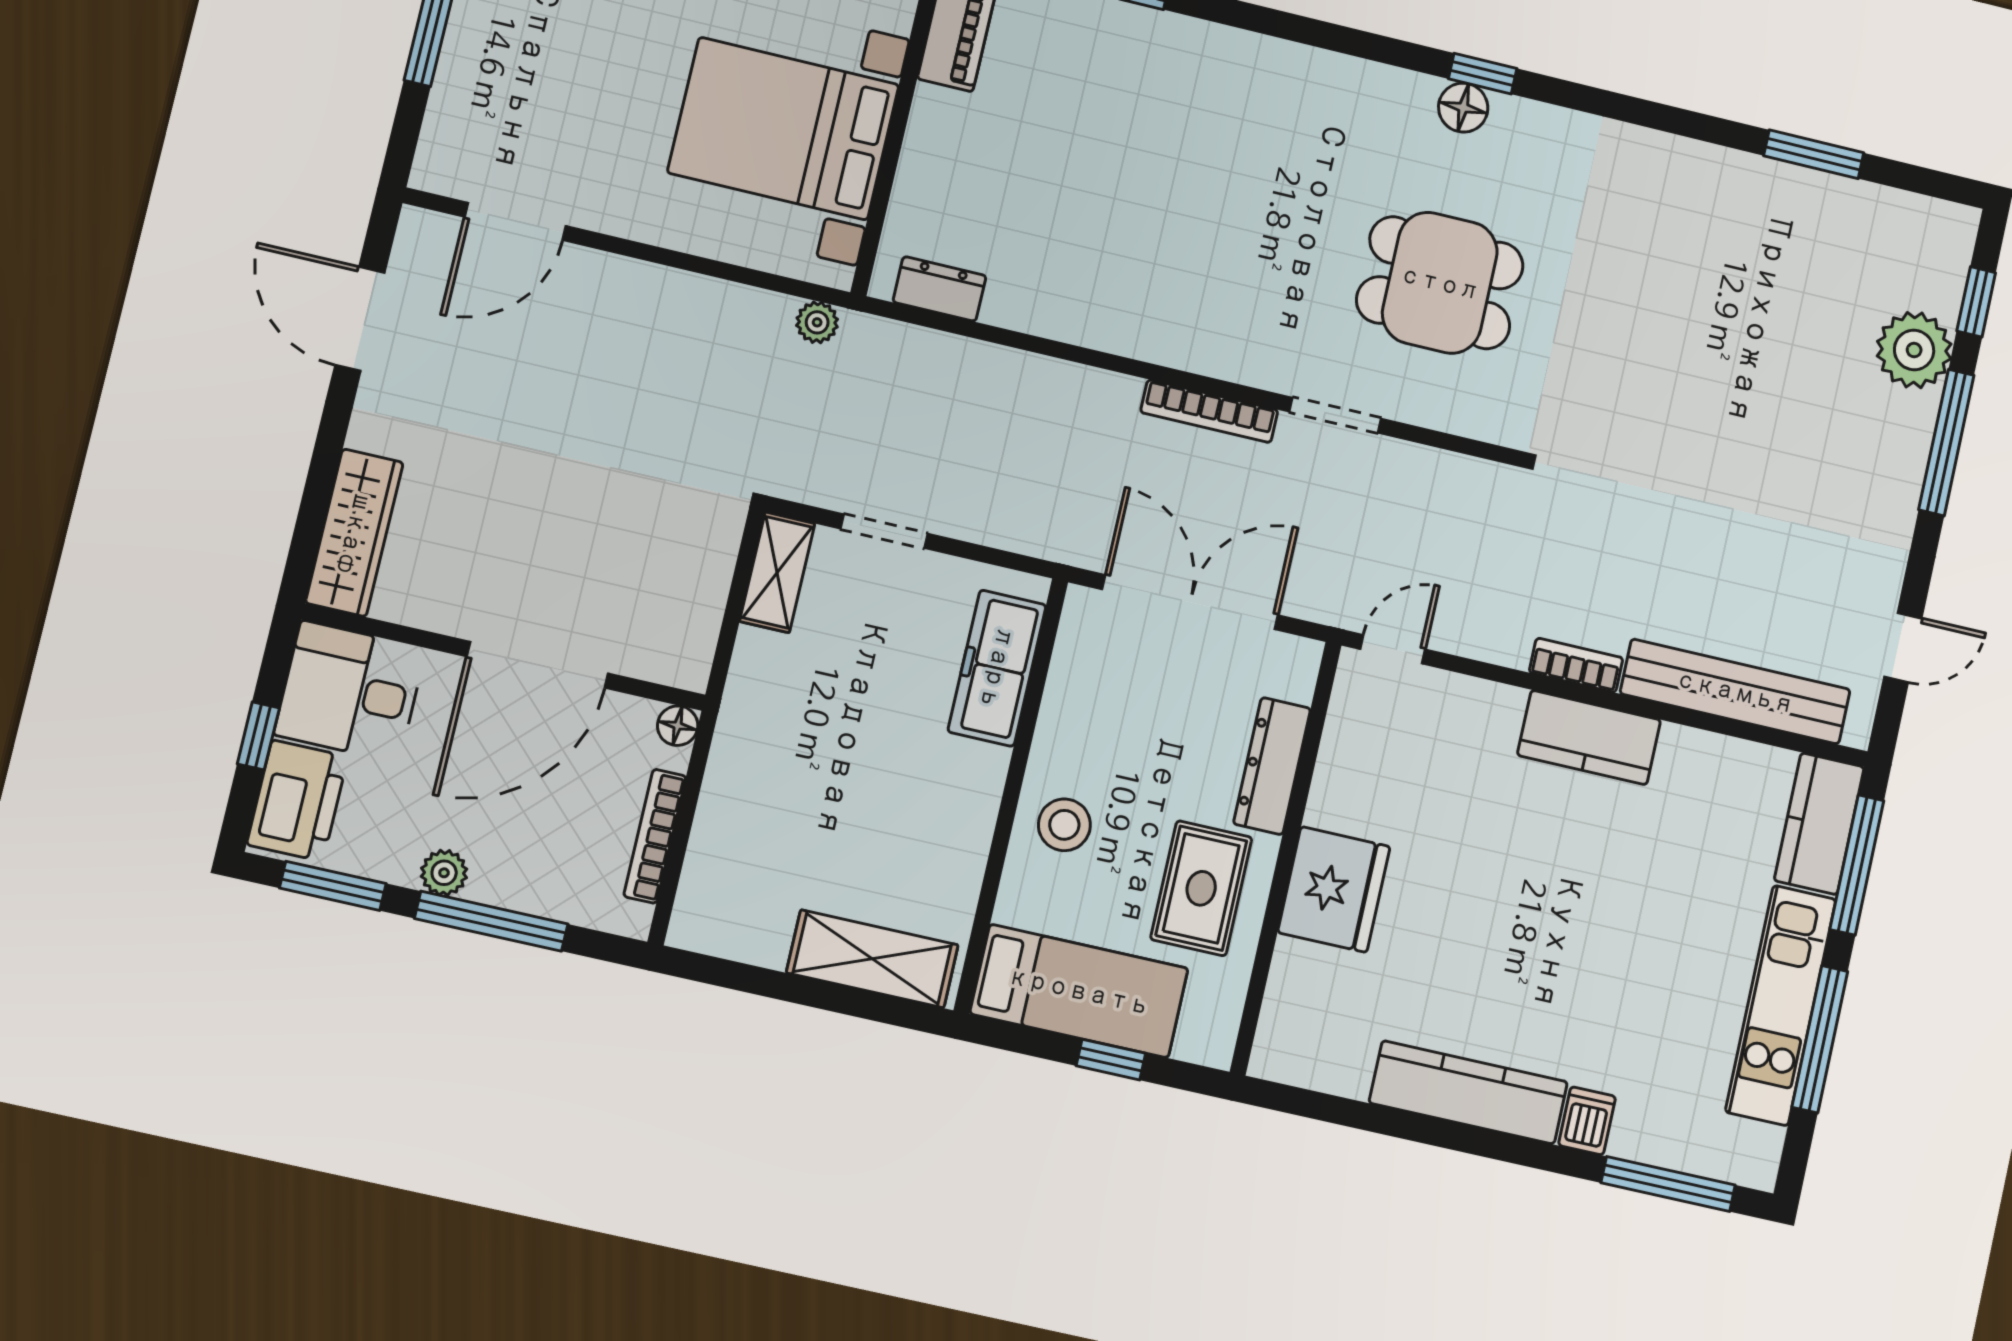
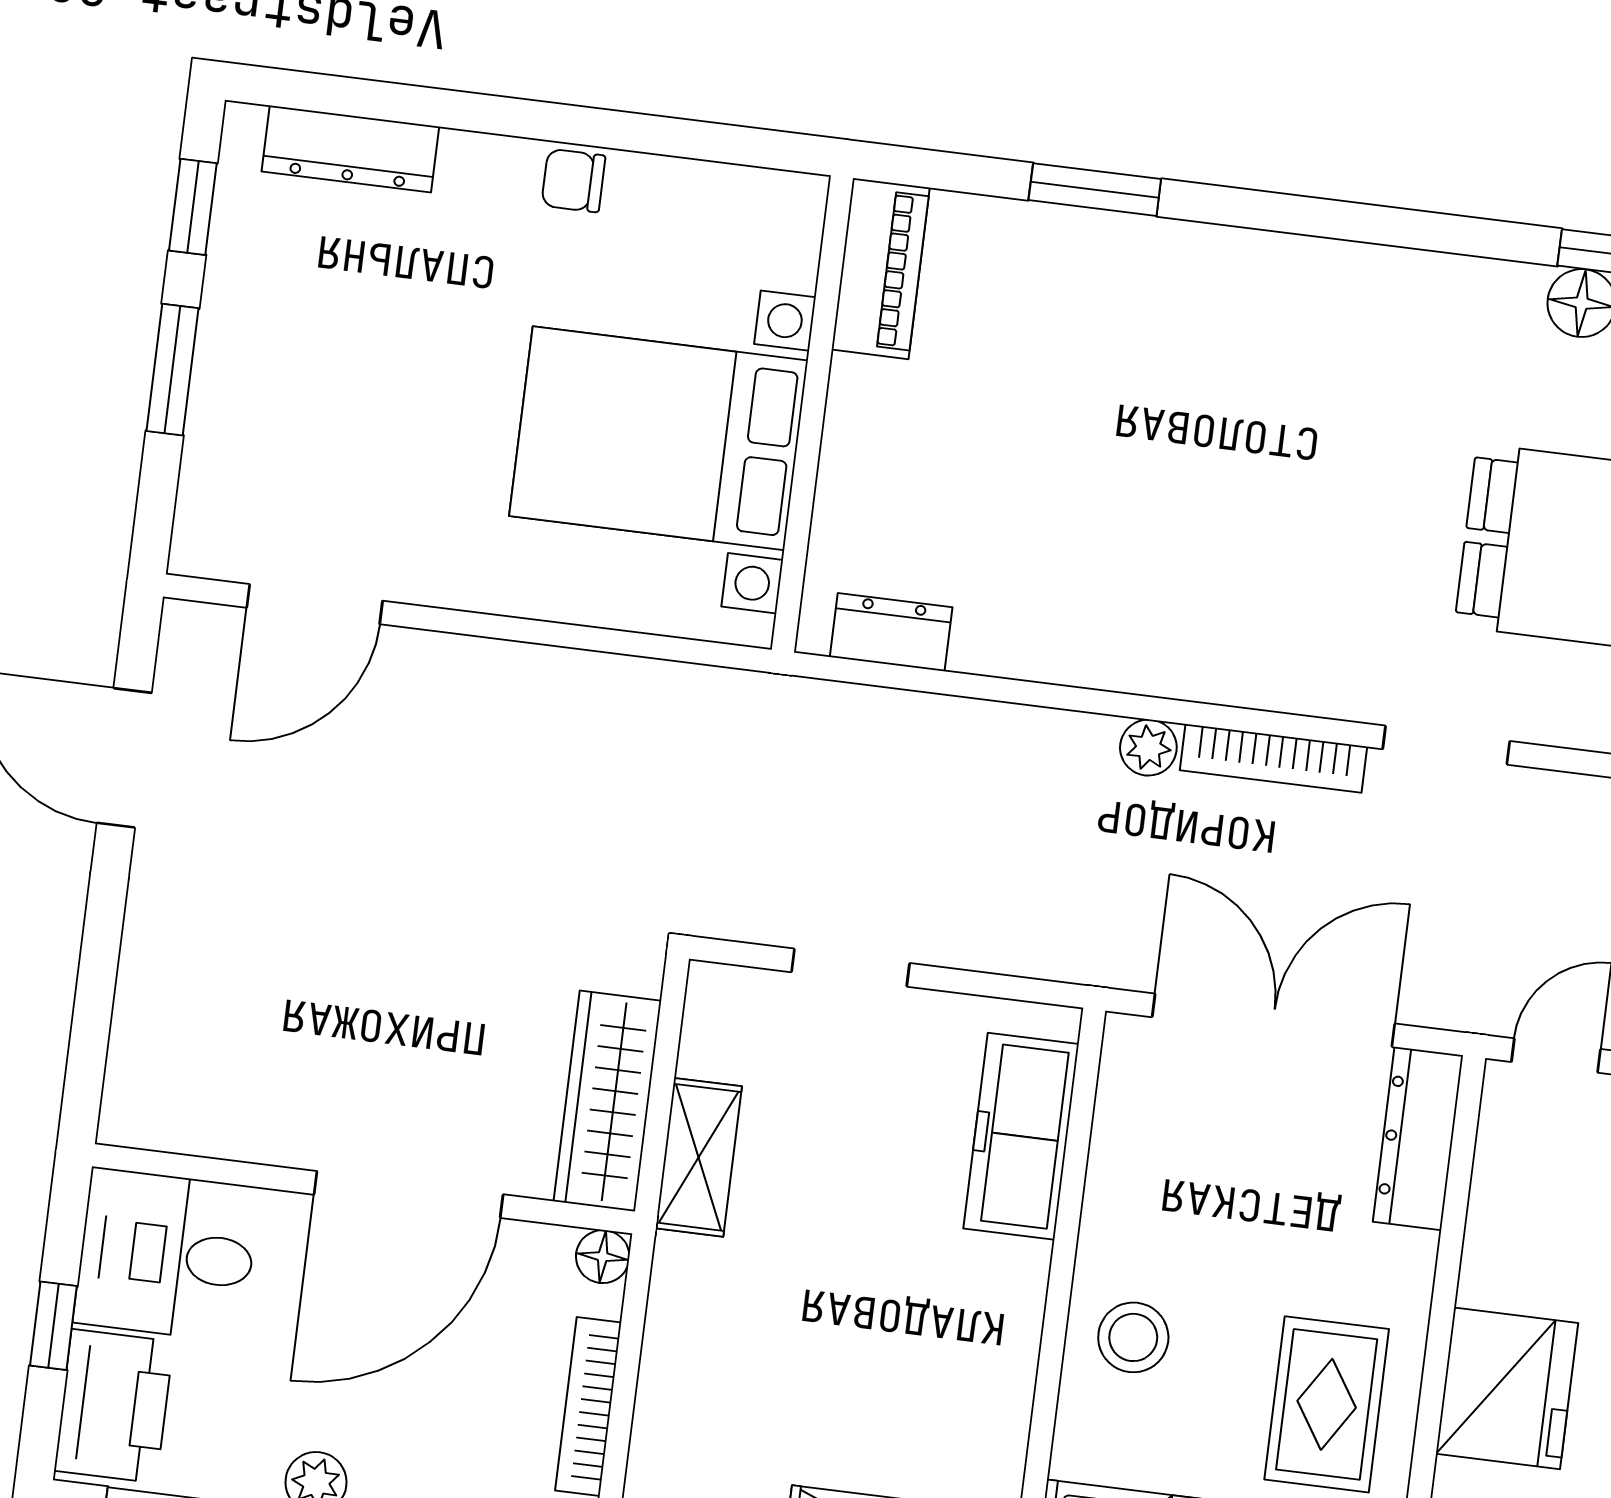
plant: (817, 322) -> (1148, 748), moved
wardrobe: (354, 533) -> (608, 1101), moved, turned 180
shelving: (777, 572) -> (699, 1157), moved
dresser: (1272, 766) -> (1418, 1138), moved

